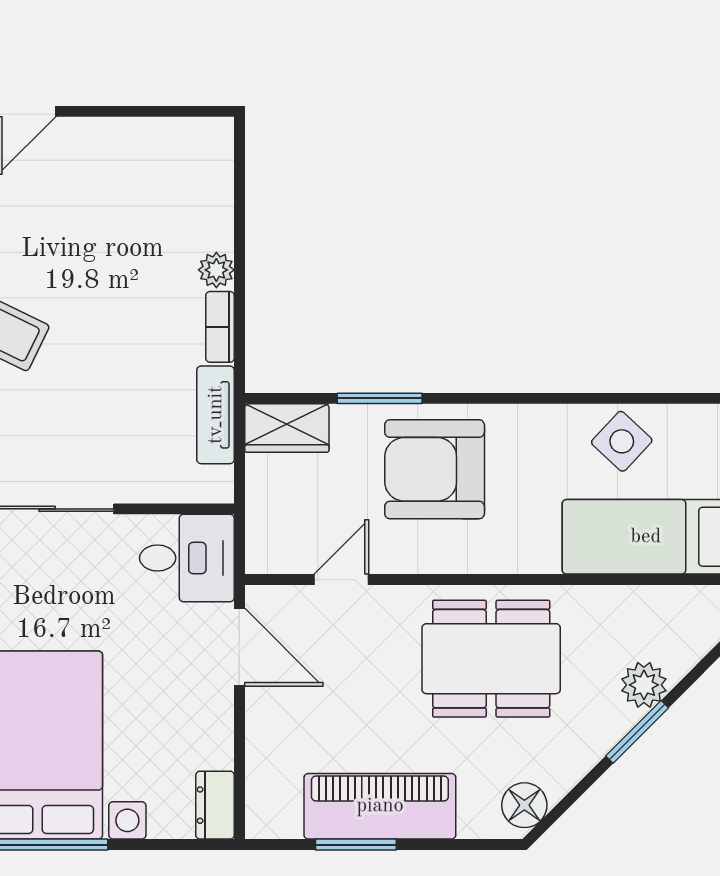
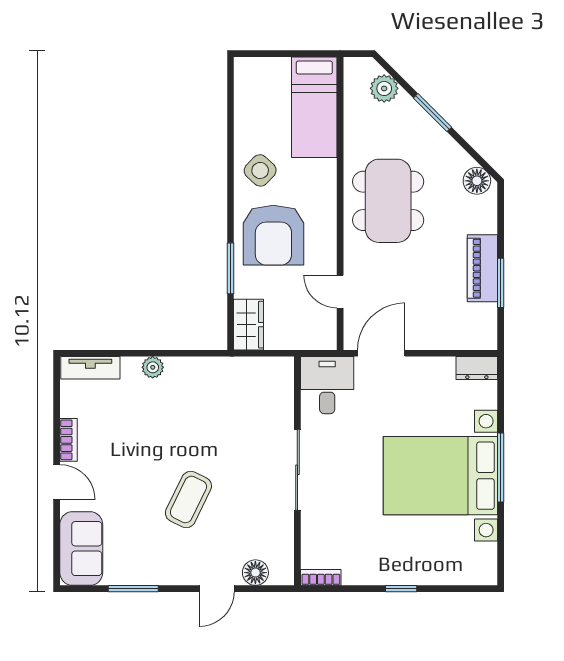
bookcase: (220, 327) -> (68, 440), moved, turned -90
tv unit: (216, 415) -> (90, 368), moved
side table: (622, 441) -> (260, 170), moved
plant: (644, 685) -> (384, 88), moved
piano: (380, 806) -> (482, 268), width x0.73, depth x0.75

